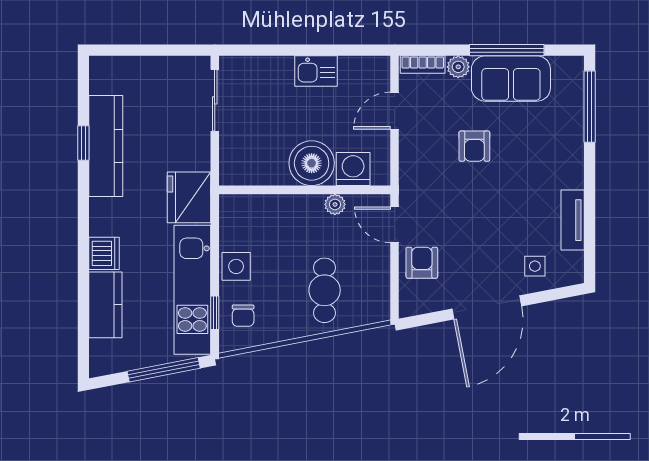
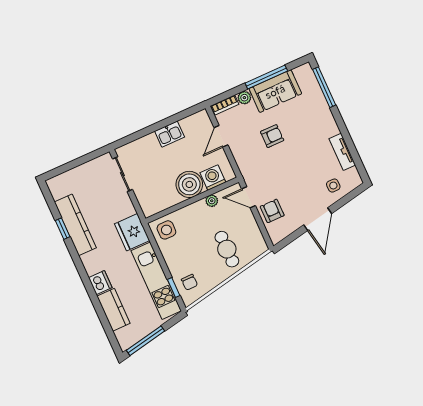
armchair: (474, 146) -> (272, 136), turned -90
side table: (236, 266) -> (166, 230), moved
door: (487, 307) -> (318, 219), width x0.73
window: (164, 370) -> (145, 341), moved

